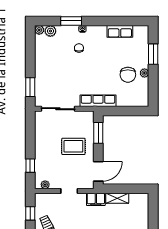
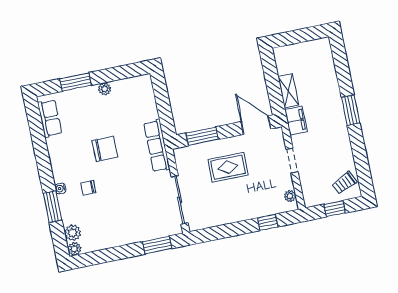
row of seats: (120, 31) -> (50, 118), moved
chair: (128, 75) -> (105, 149), moved
rug: (73, 146) -> (228, 167), turned 90

